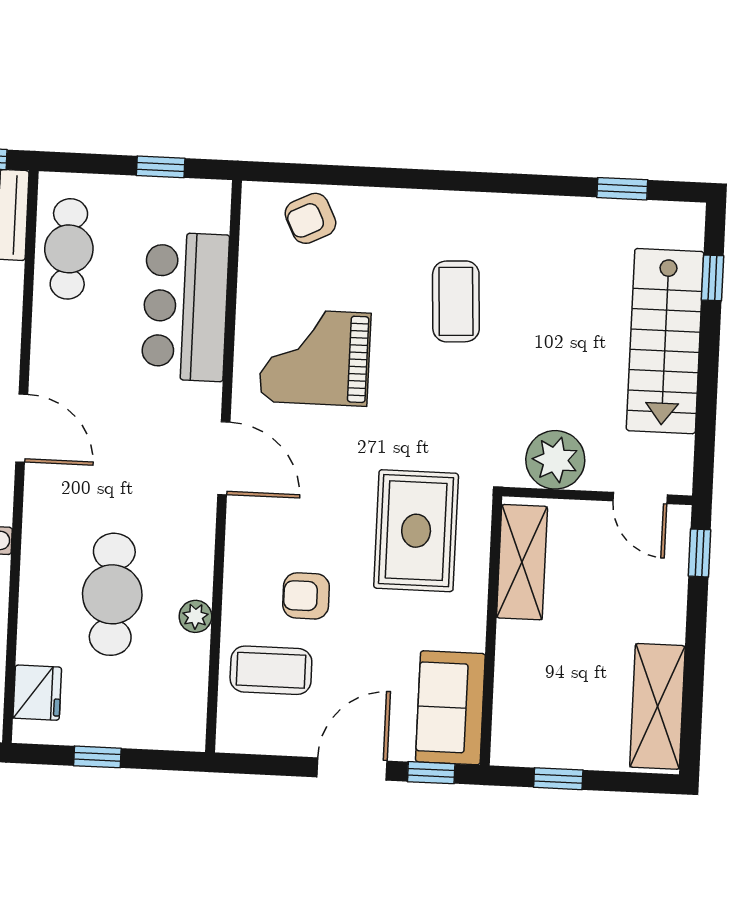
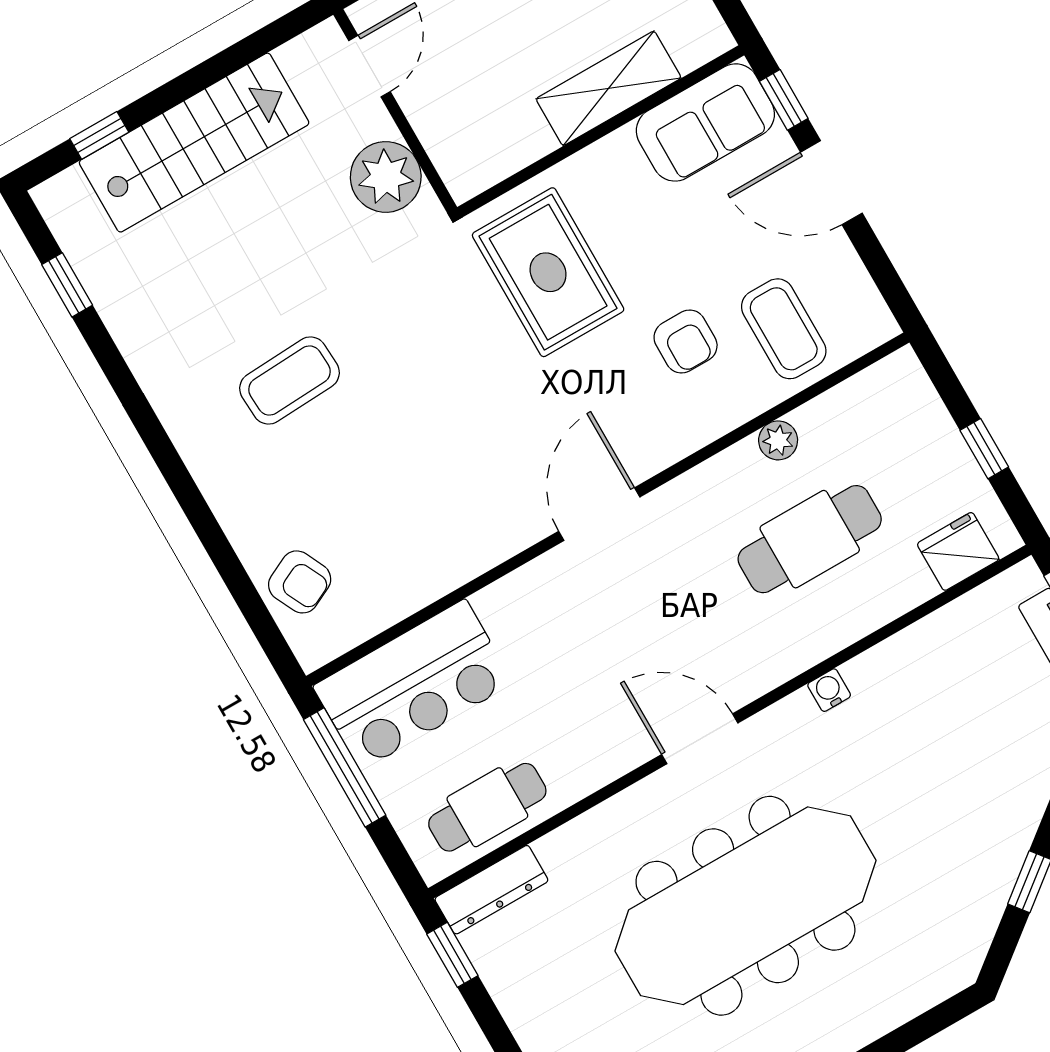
window: (161, 167) -> (345, 767), width x2.17
bar counter: (185, 307) -> (413, 685), moved
grand piano: (315, 357) -> (438, 487), removed
door: (22, 428) -> (700, 739), hinge flipped
rug: (416, 531) -> (548, 272), turned 90
shelving: (522, 562) -> (609, 88), moved

